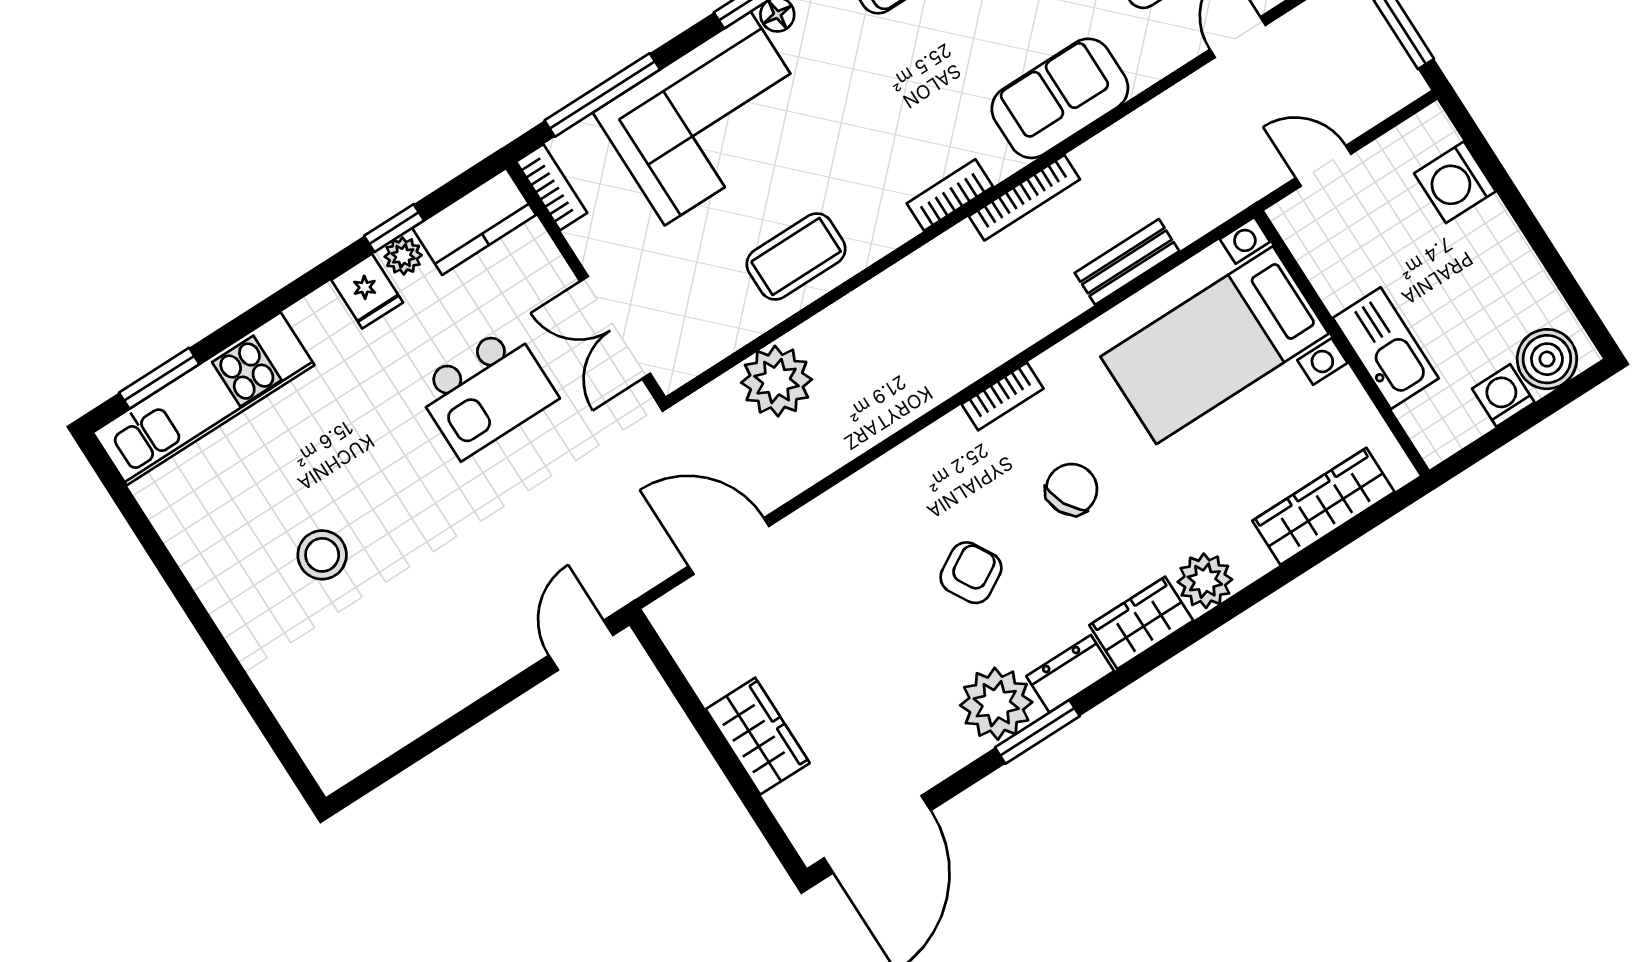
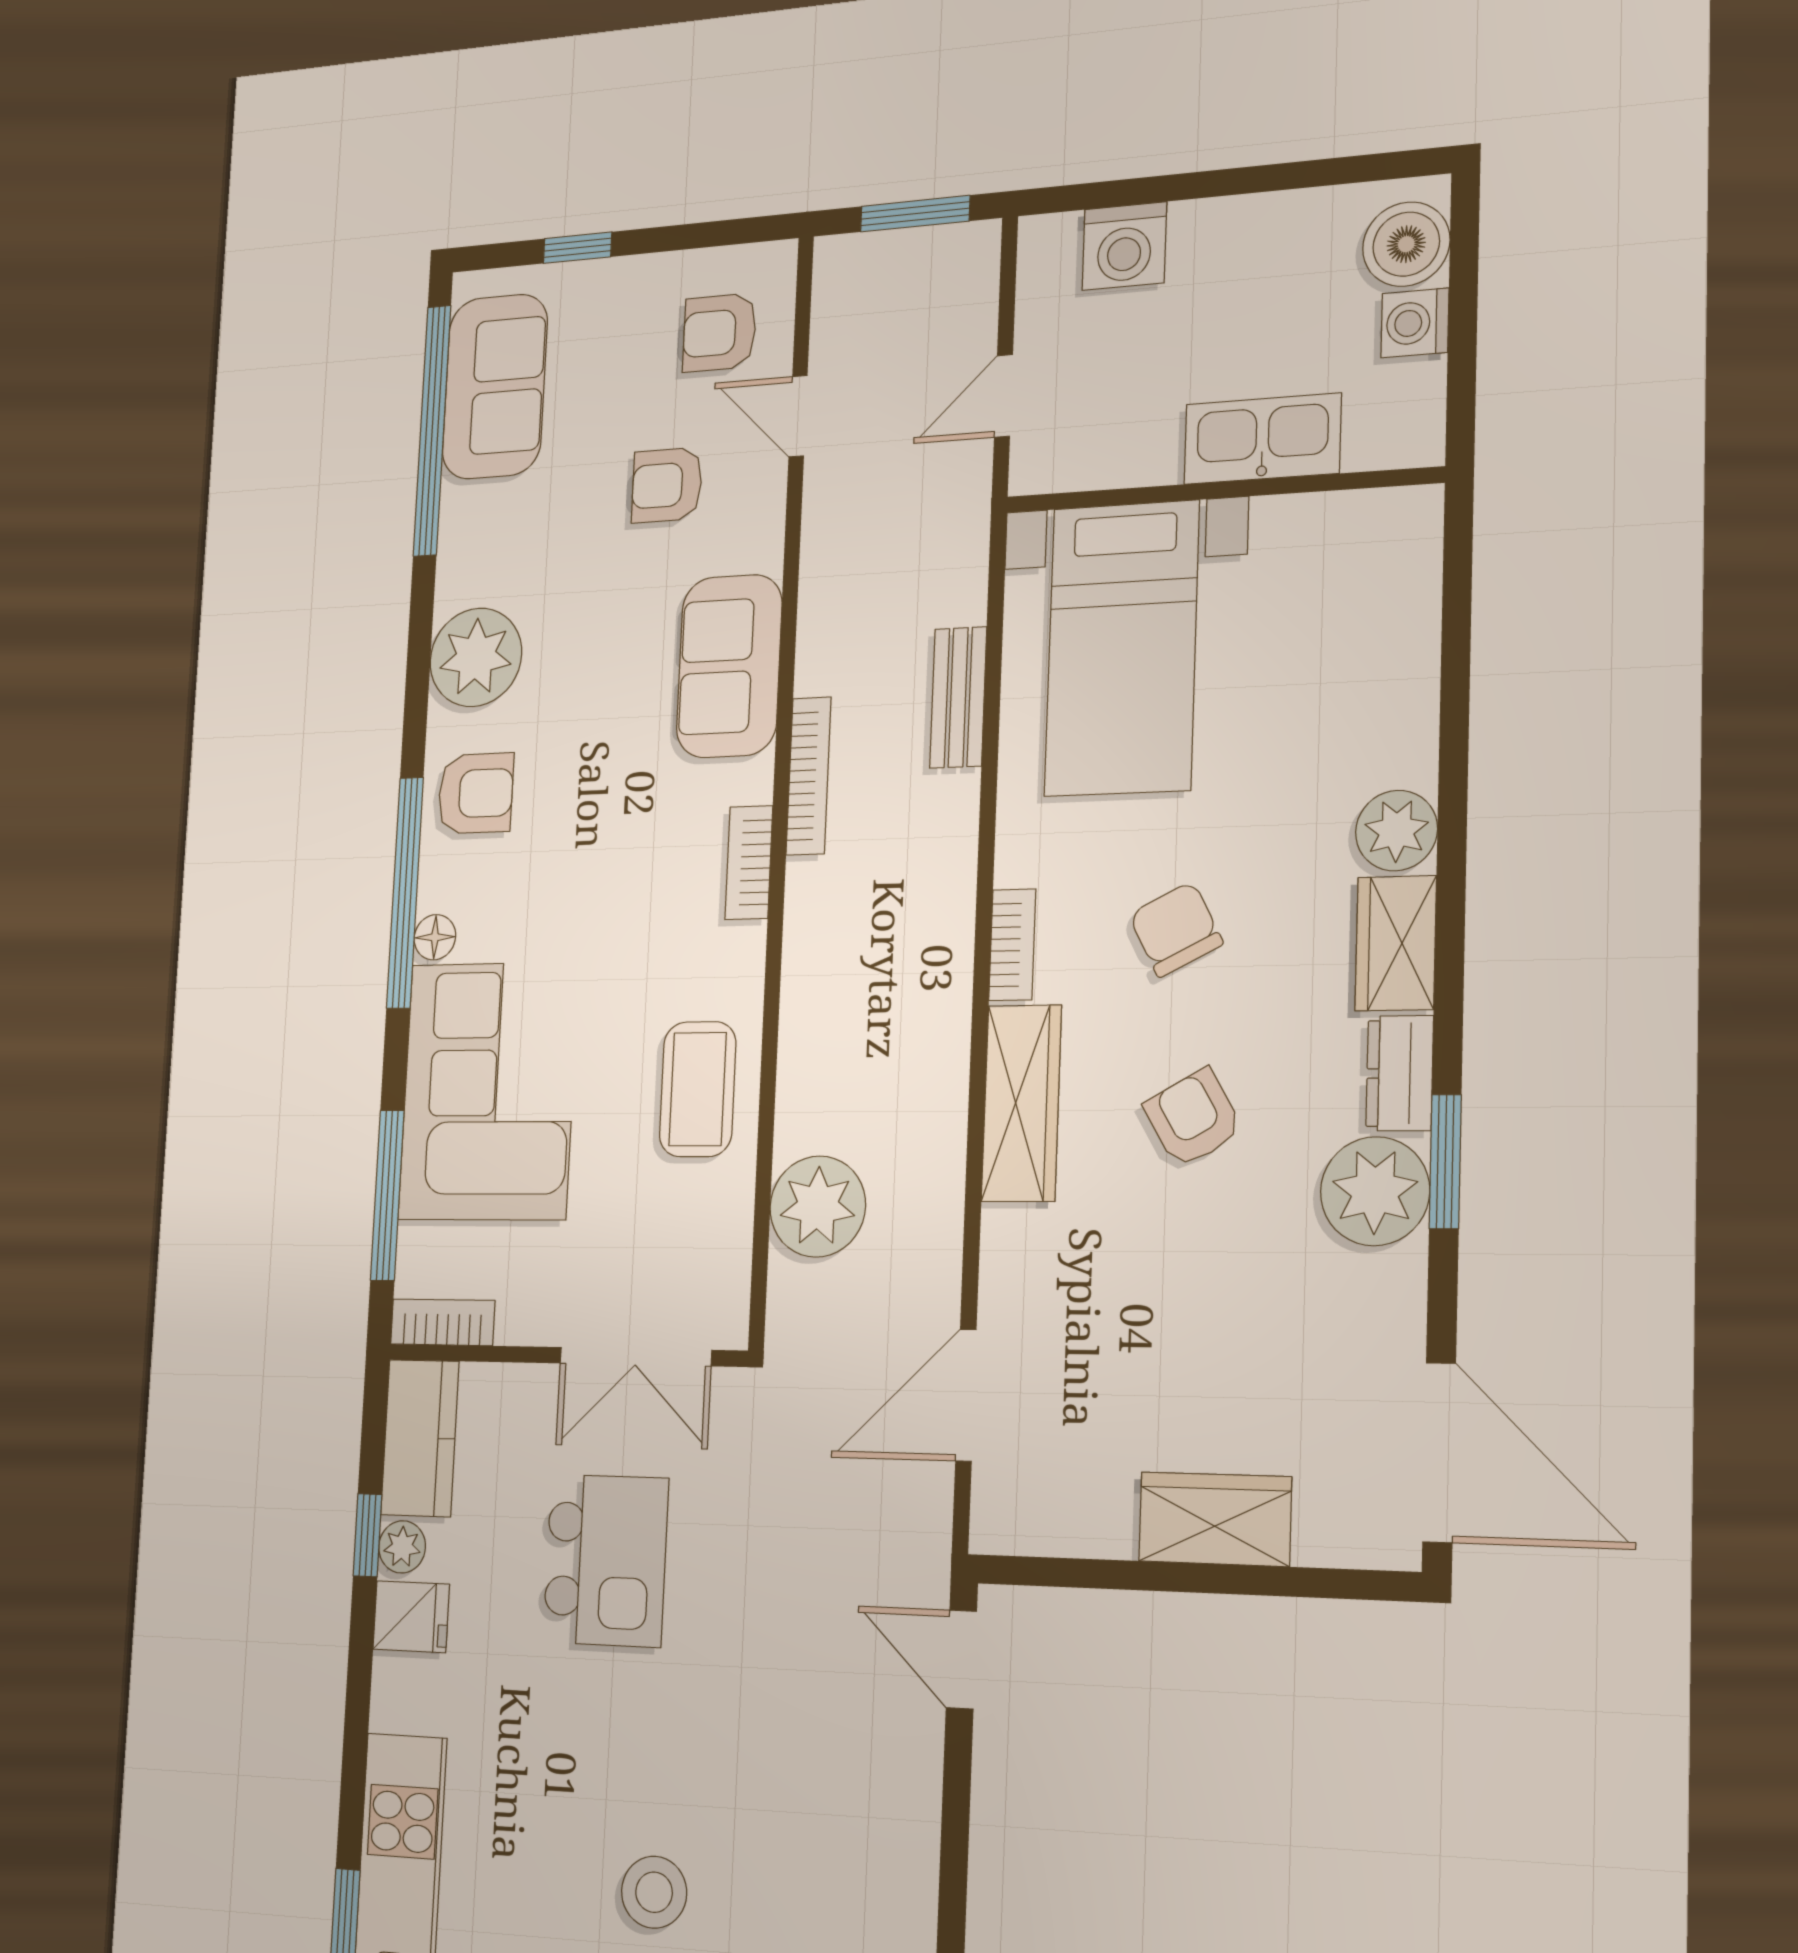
wardrobe: (1323, 506) -> (1021, 1103), moved, turned 180

